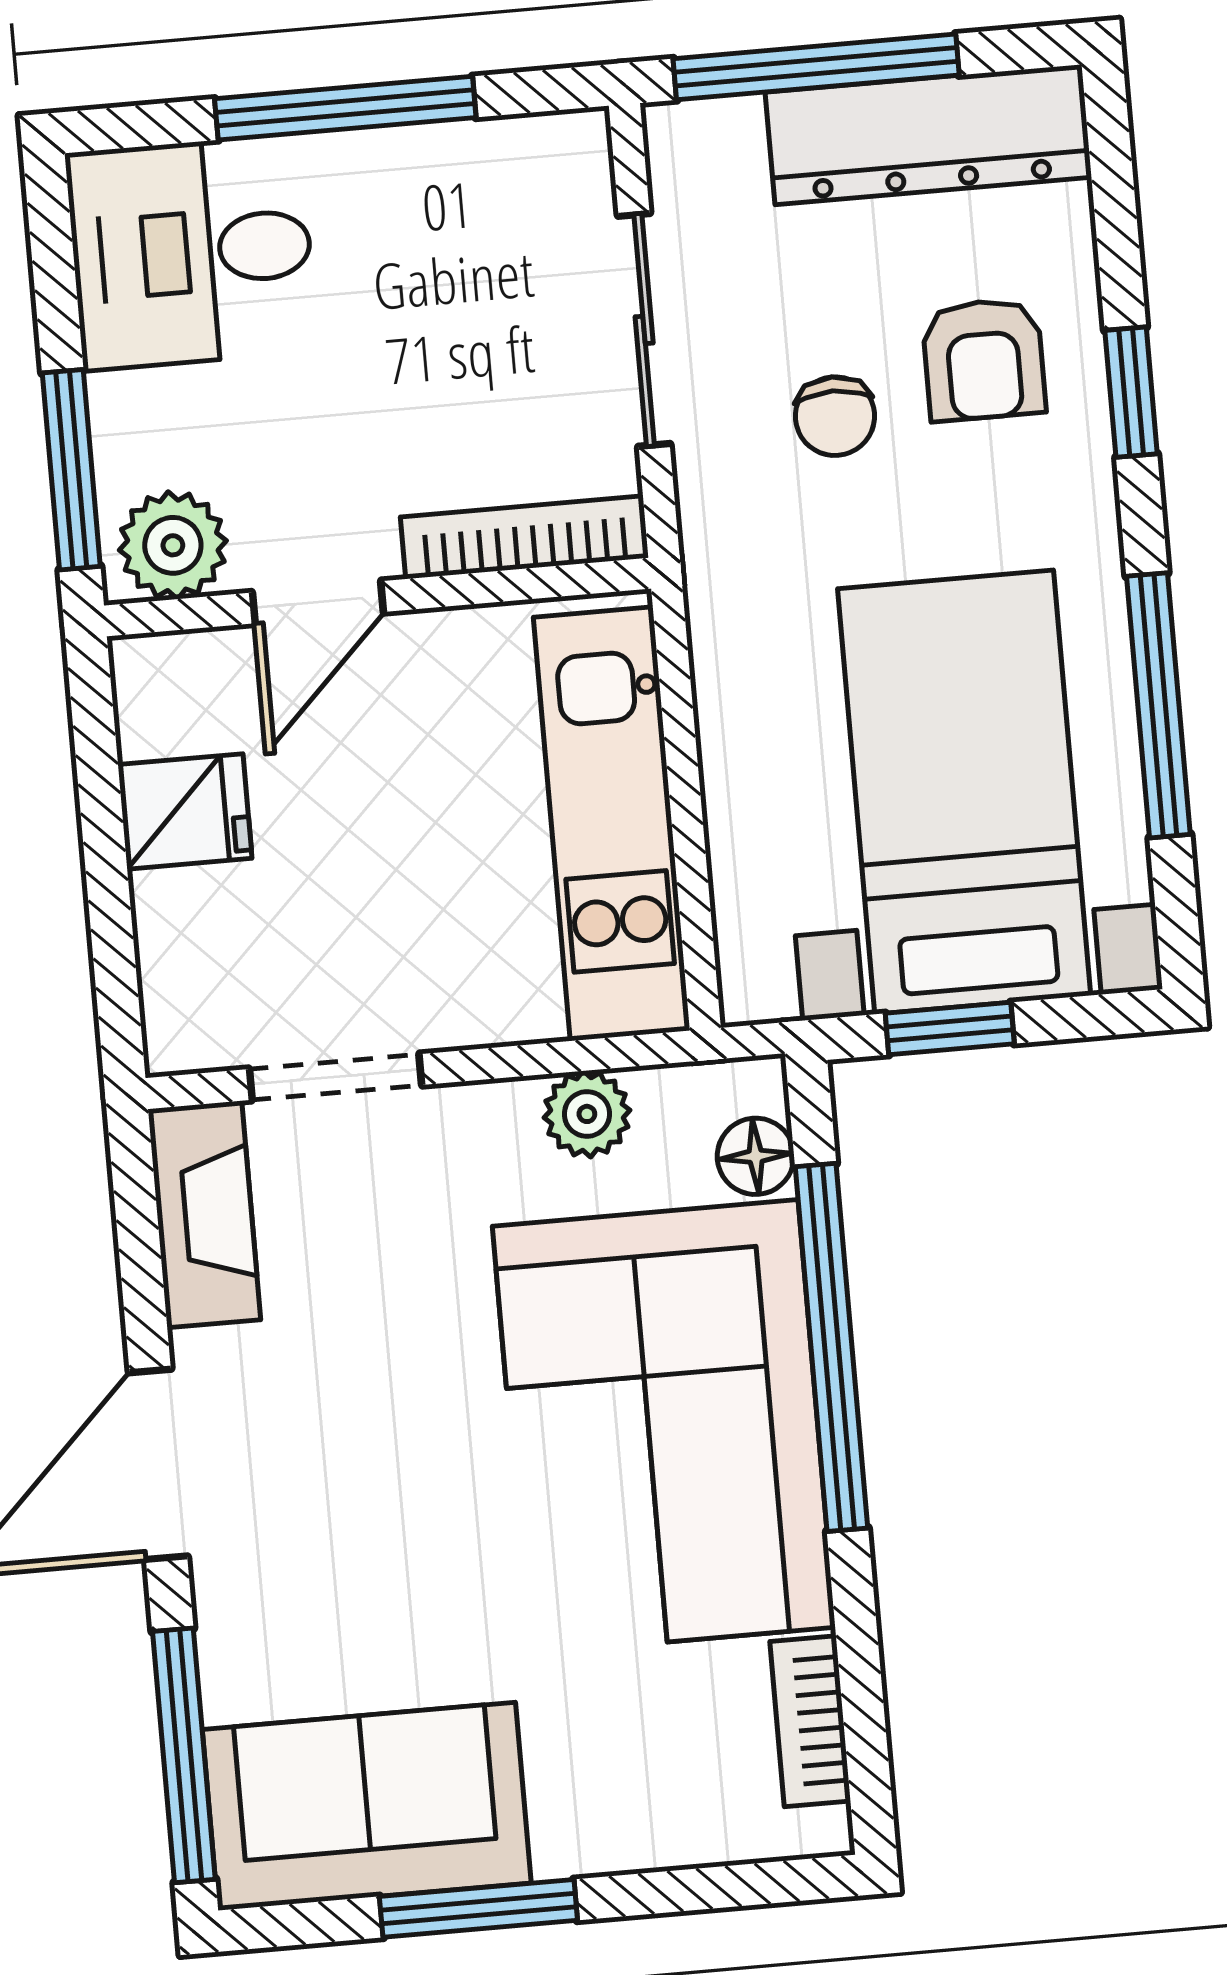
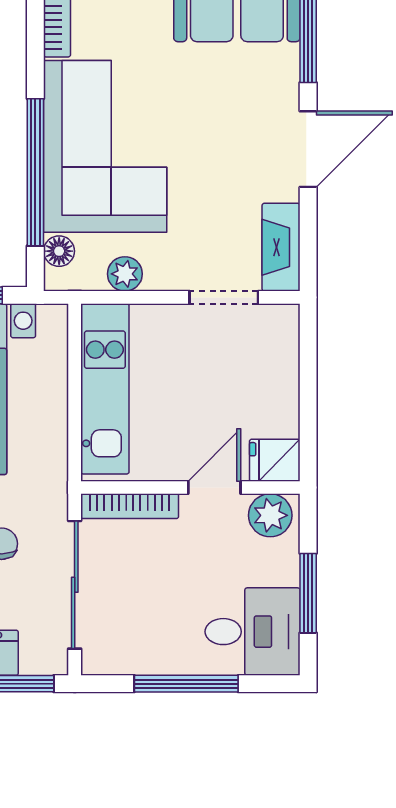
sliding door: (644, 330) -> (75, 585), width x1.37
window: (71, 470) -> (308, 593), moved
fridge: (185, 811) -> (275, 460), moved

